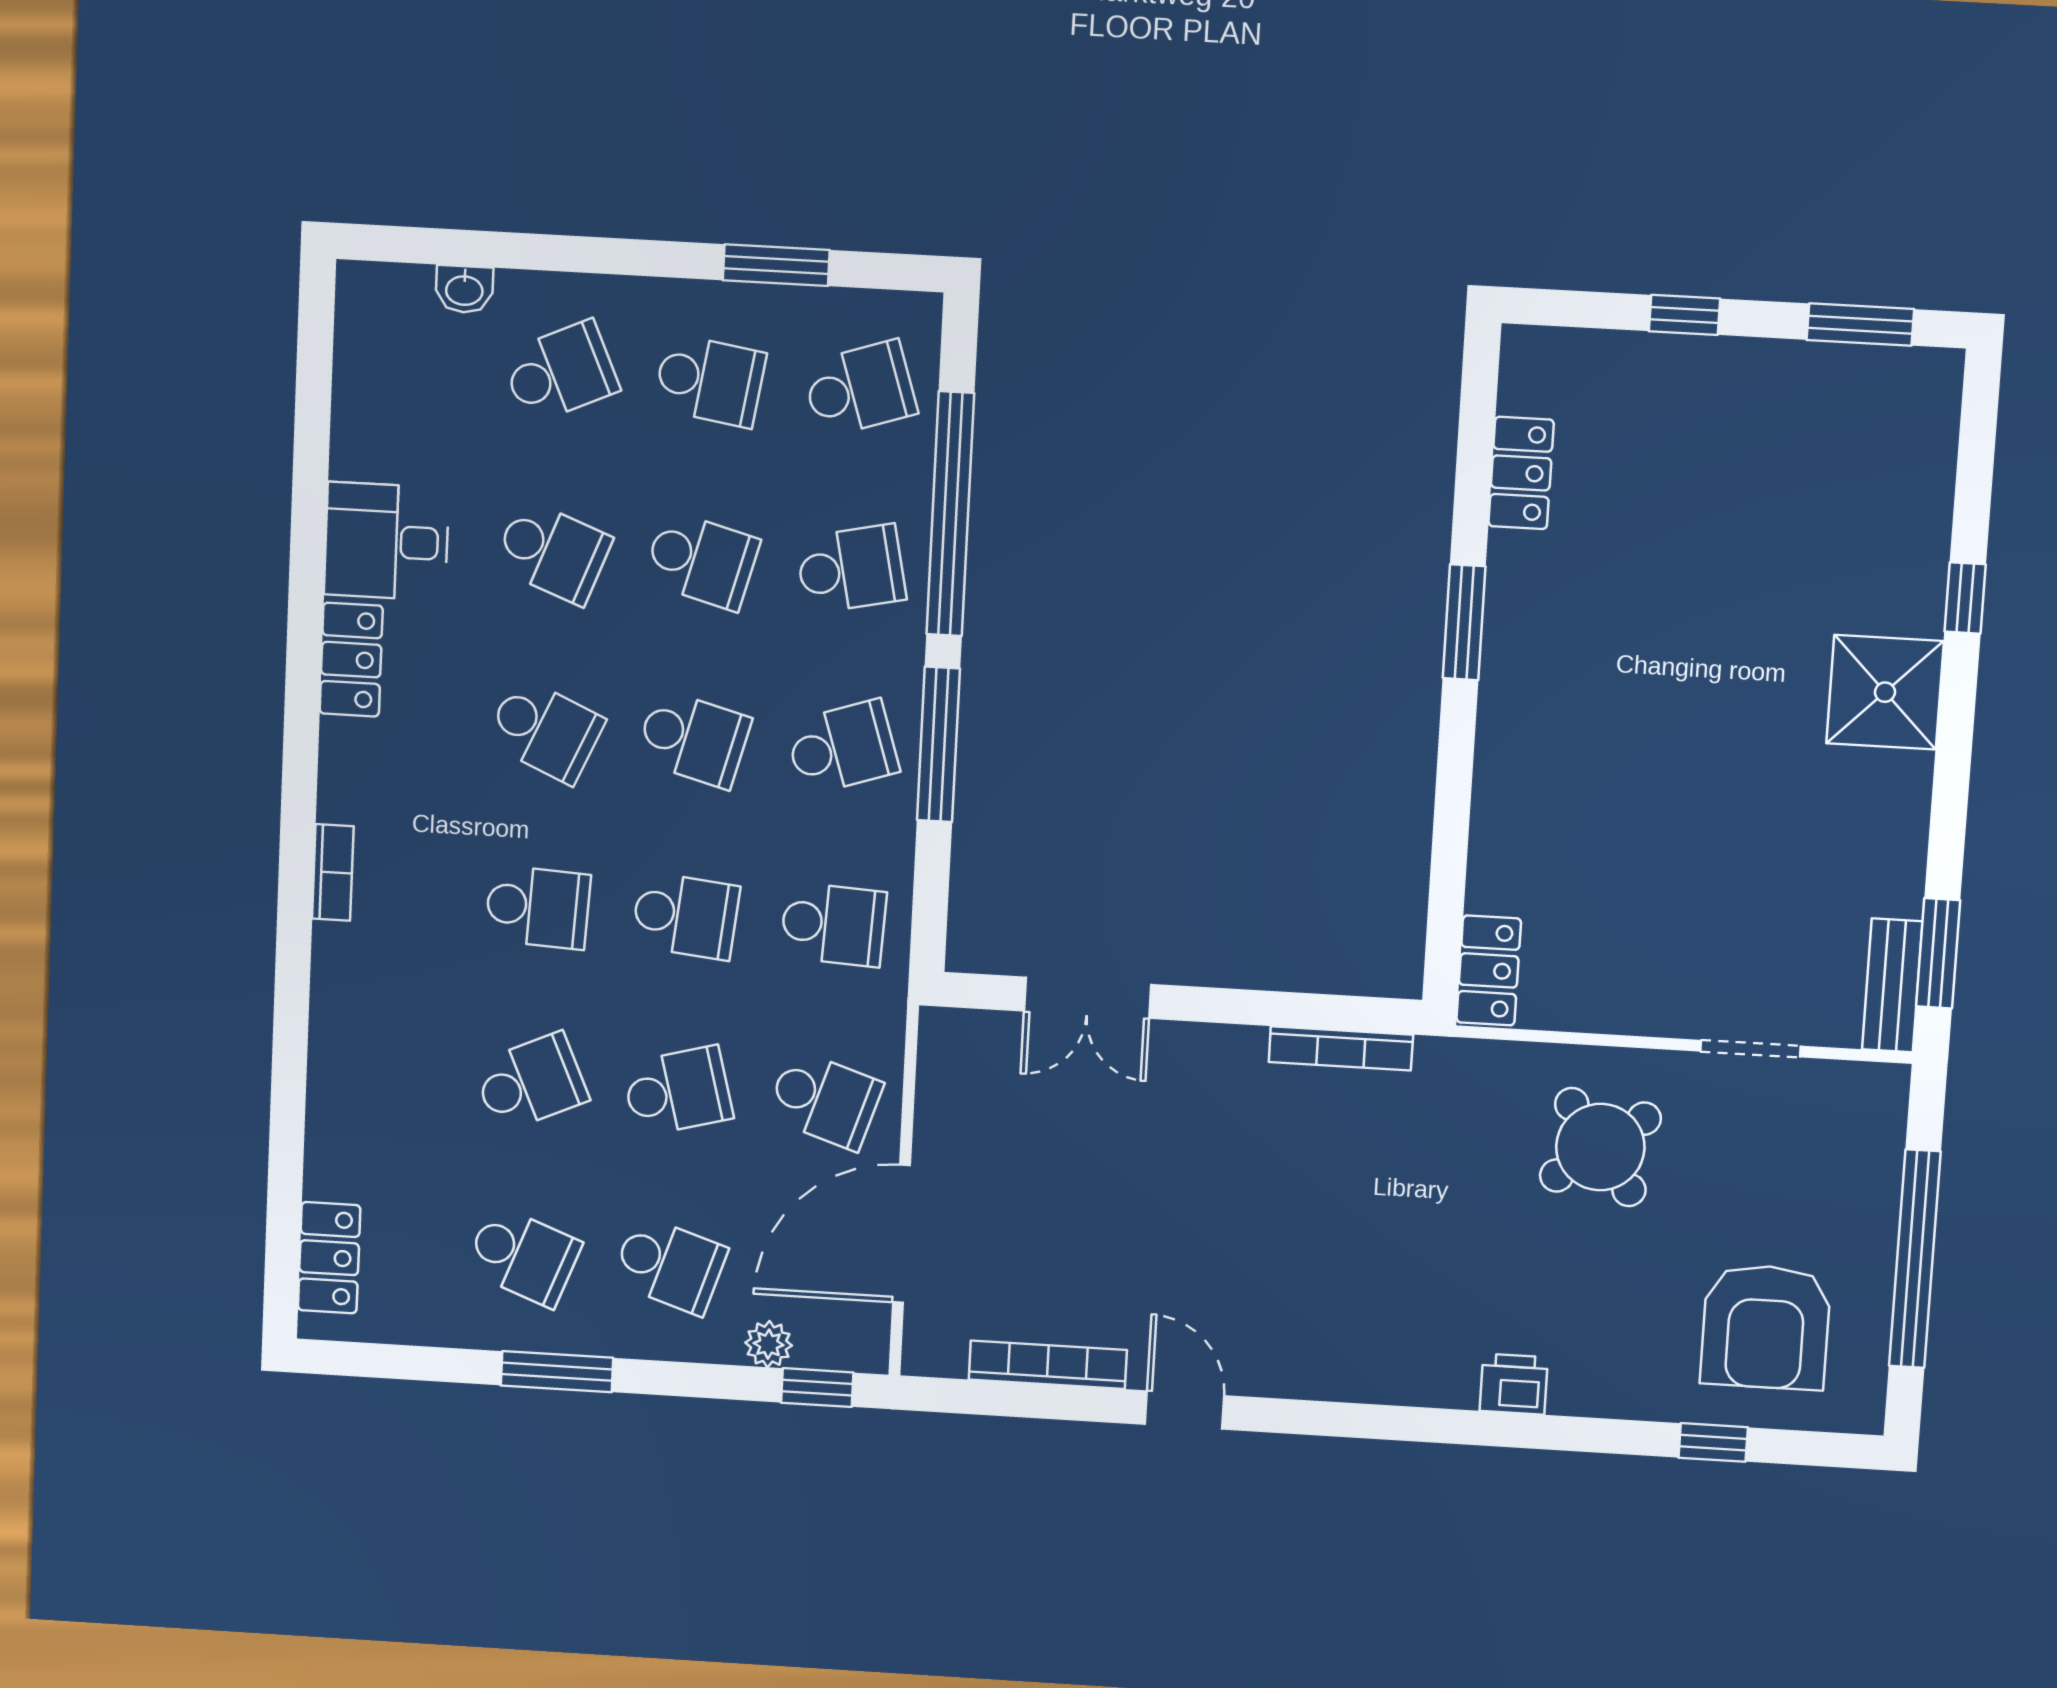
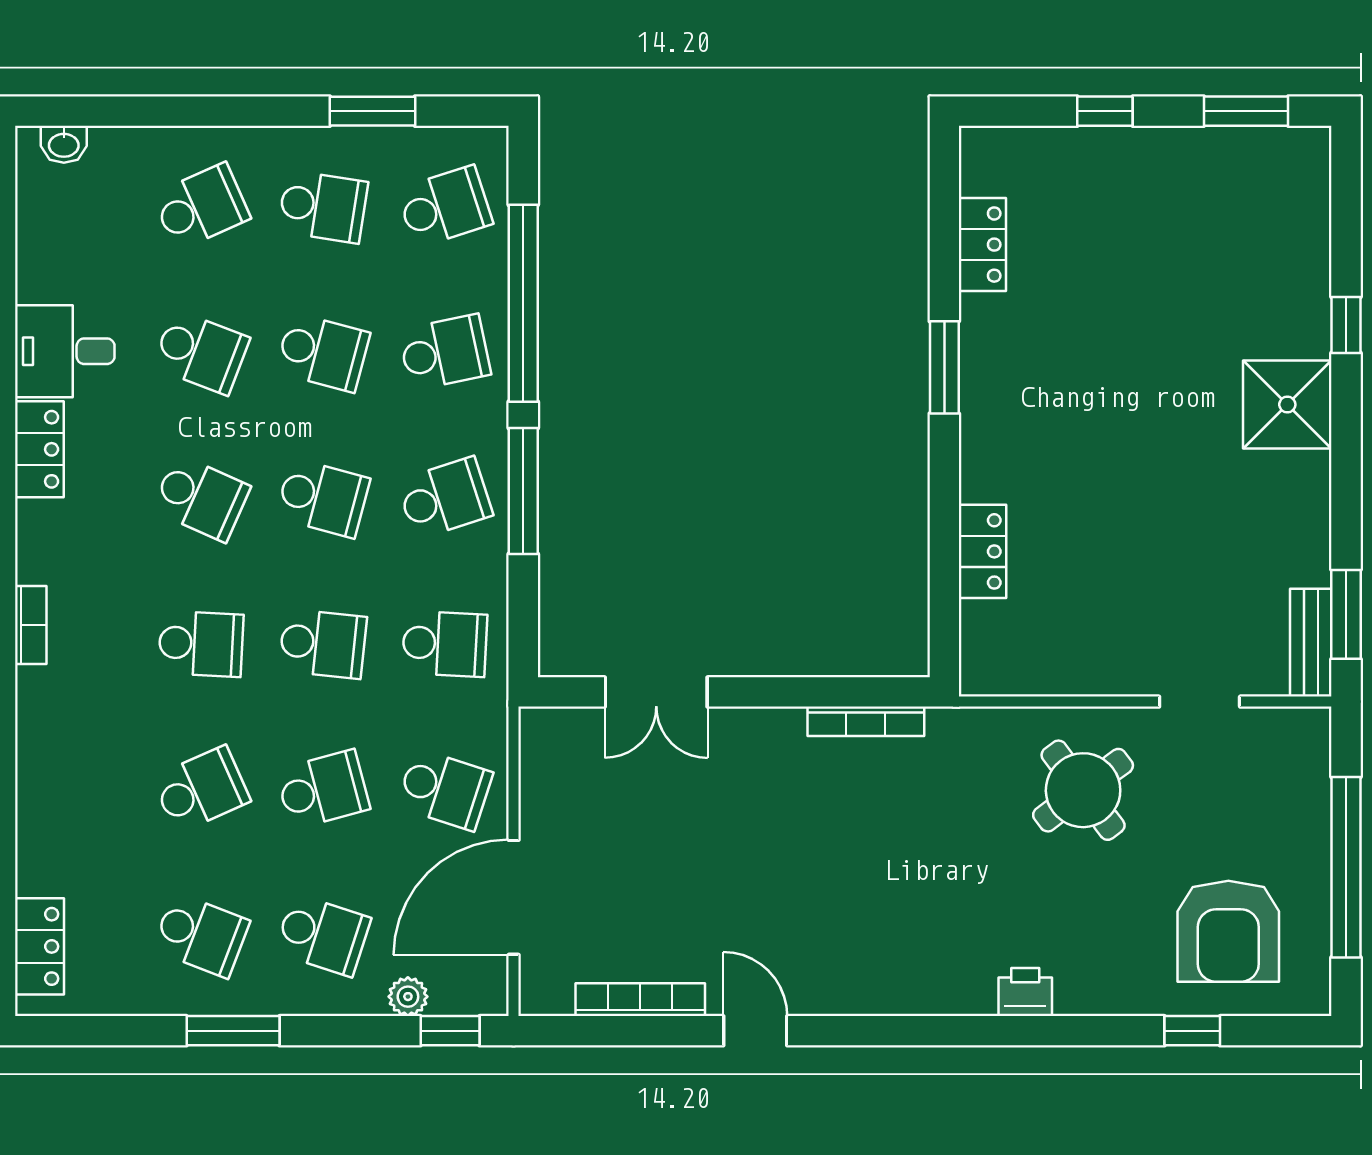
washbasin: (464, 289) -> (64, 144), moved
locker: (1489, 970) -> (982, 551), moved

